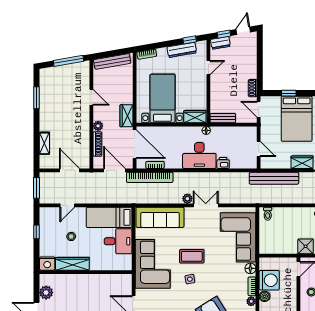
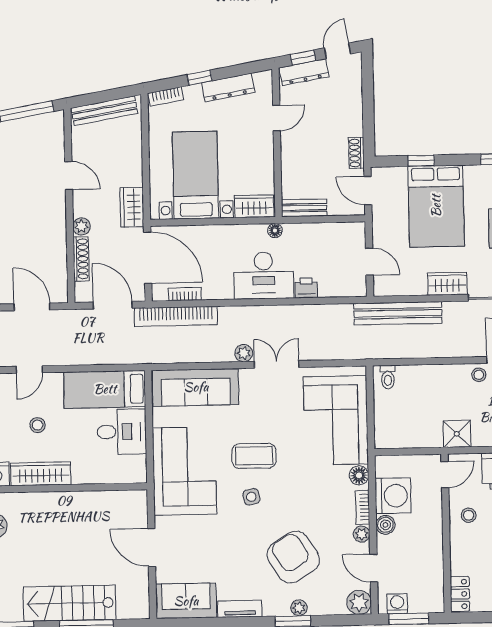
window: (190, 40) -> (200, 78), moved
dresser: (220, 43) -> (304, 72), width x1.44

